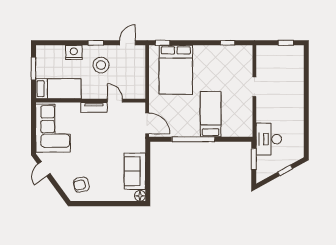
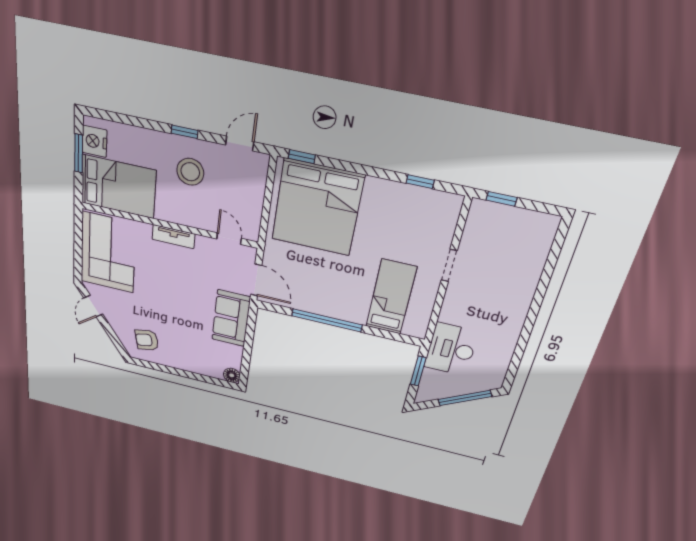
window: (286, 43) -> (501, 199), moved
nightstand: (74, 52) -> (95, 141), moved, turned -90
bed: (176, 70) -> (317, 208), width x1.36
bed: (58, 89) -> (118, 187), width x1.50
door: (115, 101) -> (229, 239), moved
bed: (211, 114) -> (391, 297), moved
window: (285, 170) -> (465, 398), width x2.17
sofa: (135, 171) -> (231, 318), moved

